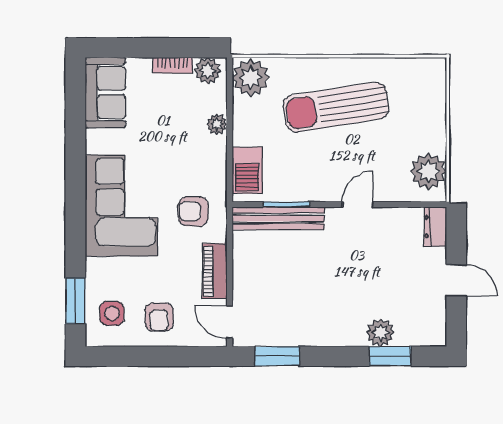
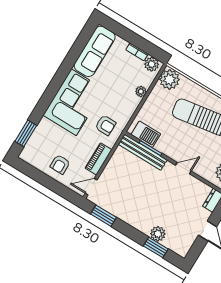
sofa: (105, 92) -> (95, 51), width x1.36
barbecue: (247, 170) -> (146, 134), moved, turned -90
armchair: (193, 211) -> (105, 125), turned 180
side table: (112, 313) -> (39, 149), removed
door: (230, 322) -> (91, 187), hinge flipped

